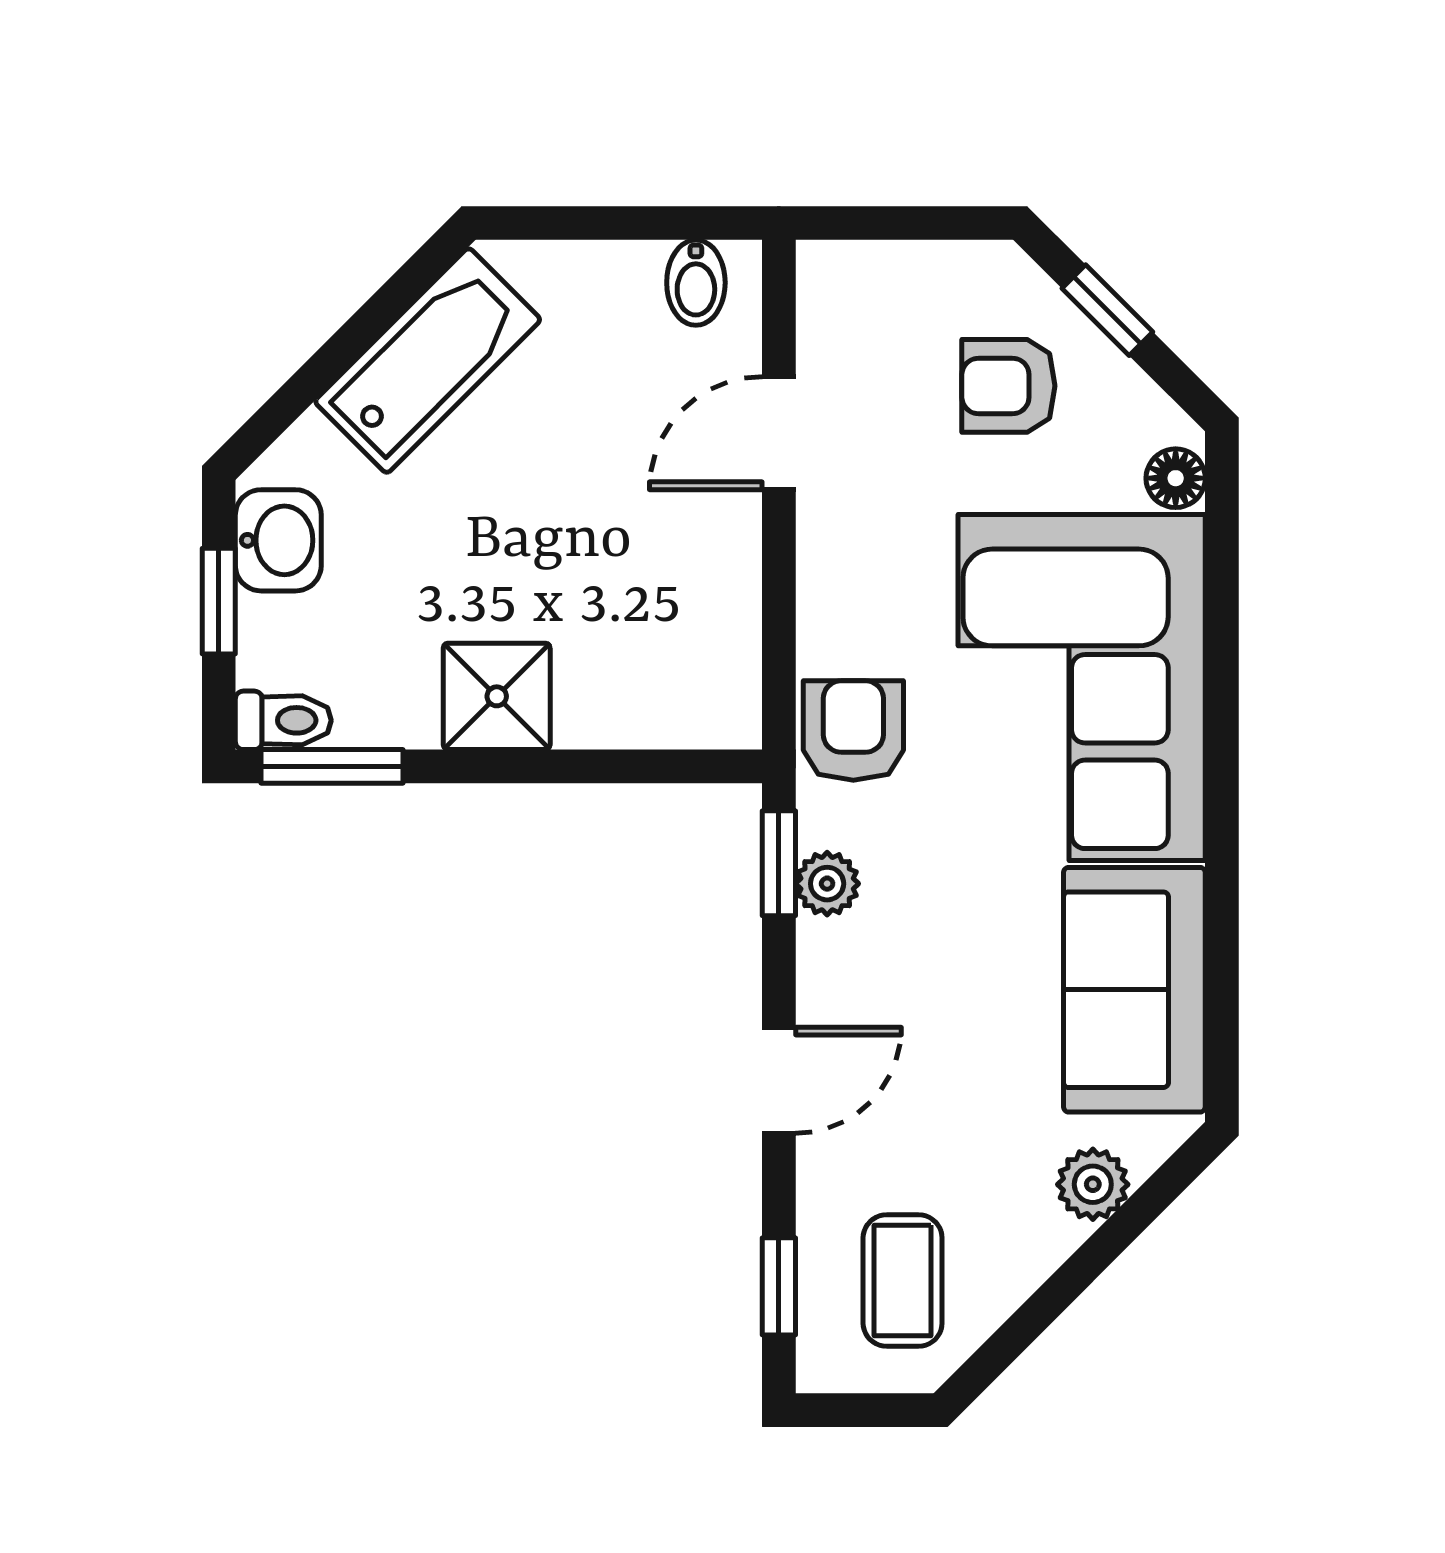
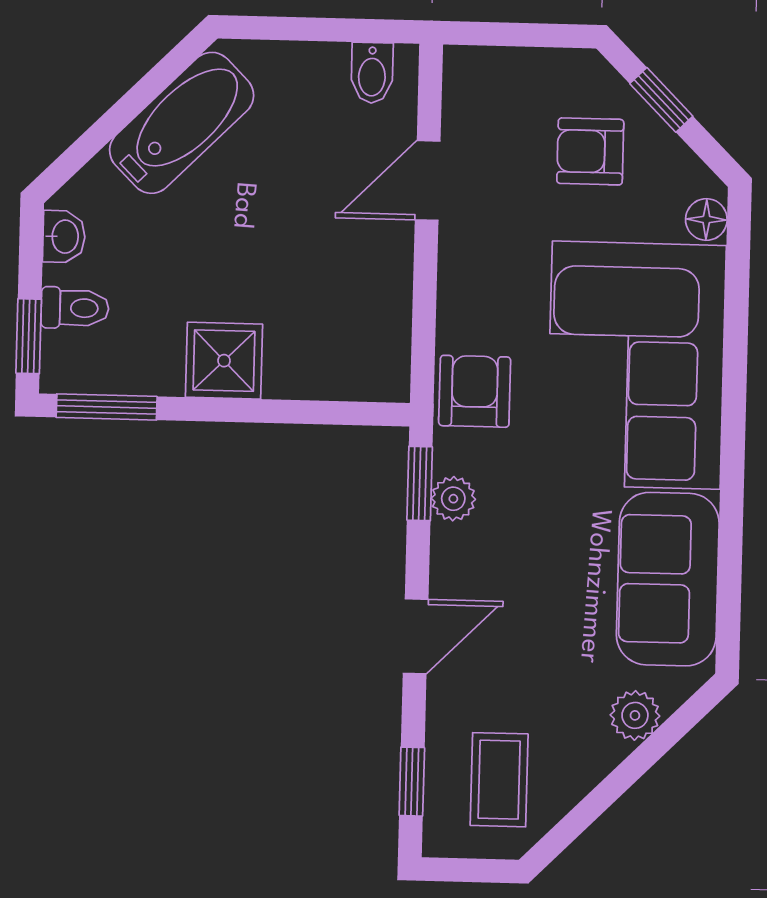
washbasin: (278, 540) -> (64, 237), width x0.72, depth x0.69
window: (219, 601) -> (29, 336), moved
toilet: (283, 720) -> (75, 308), moved

